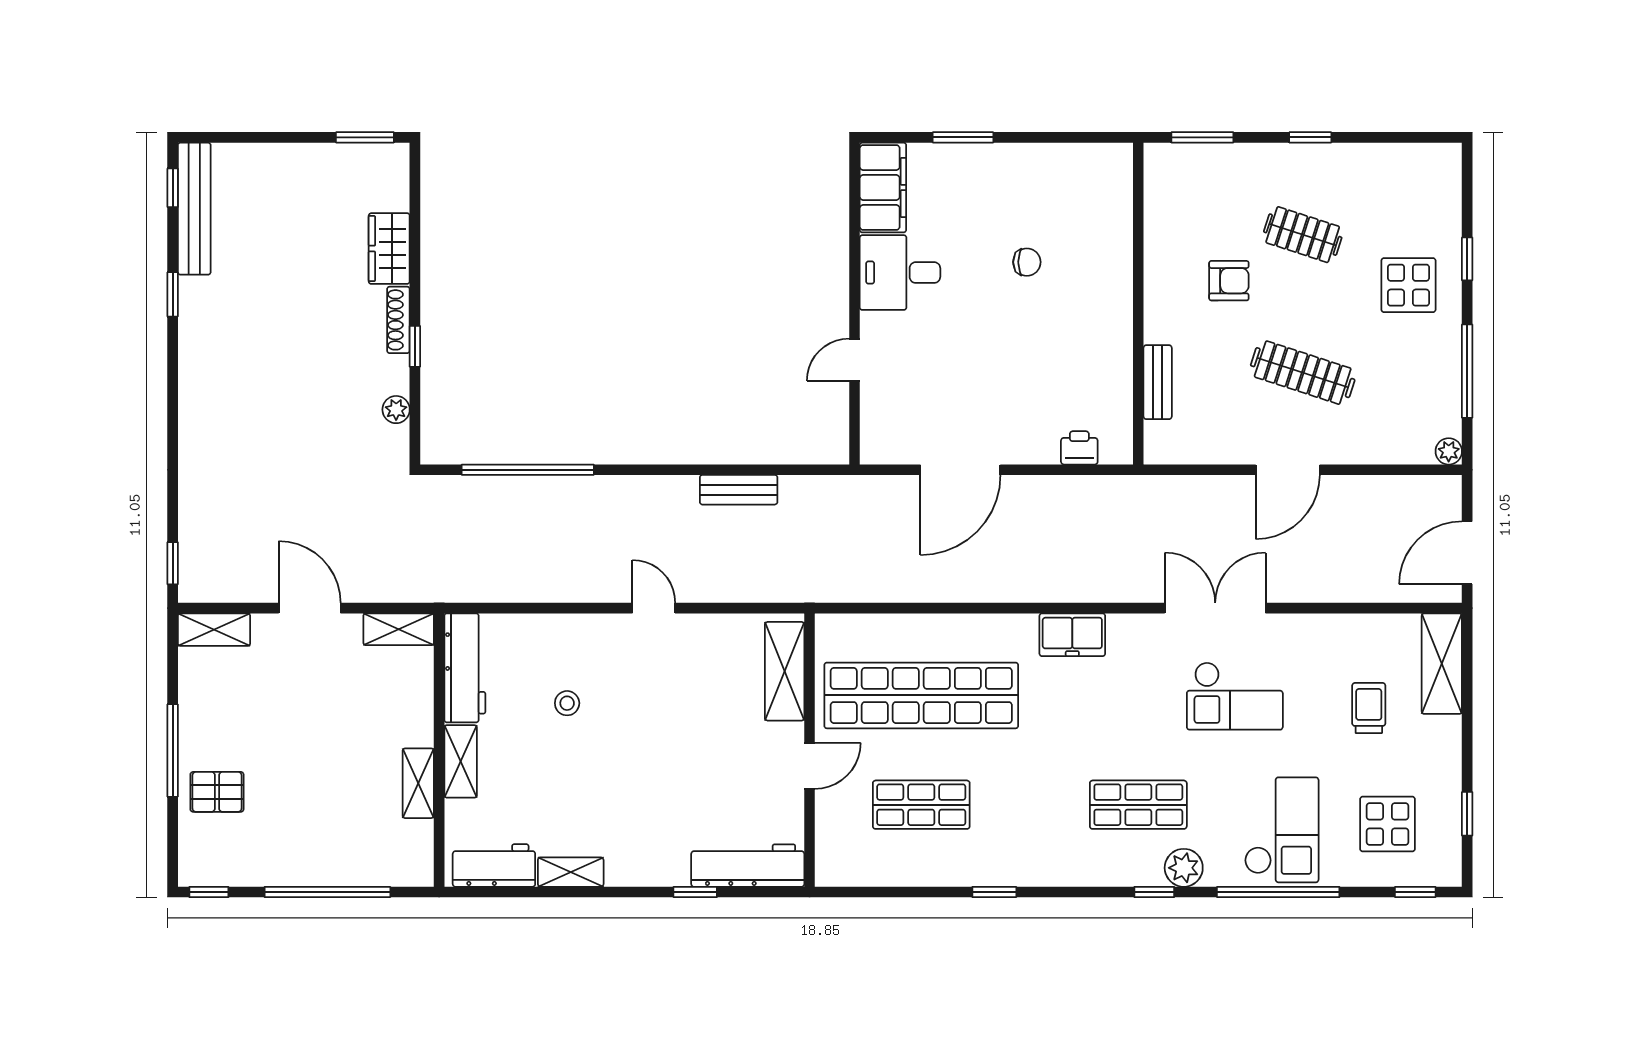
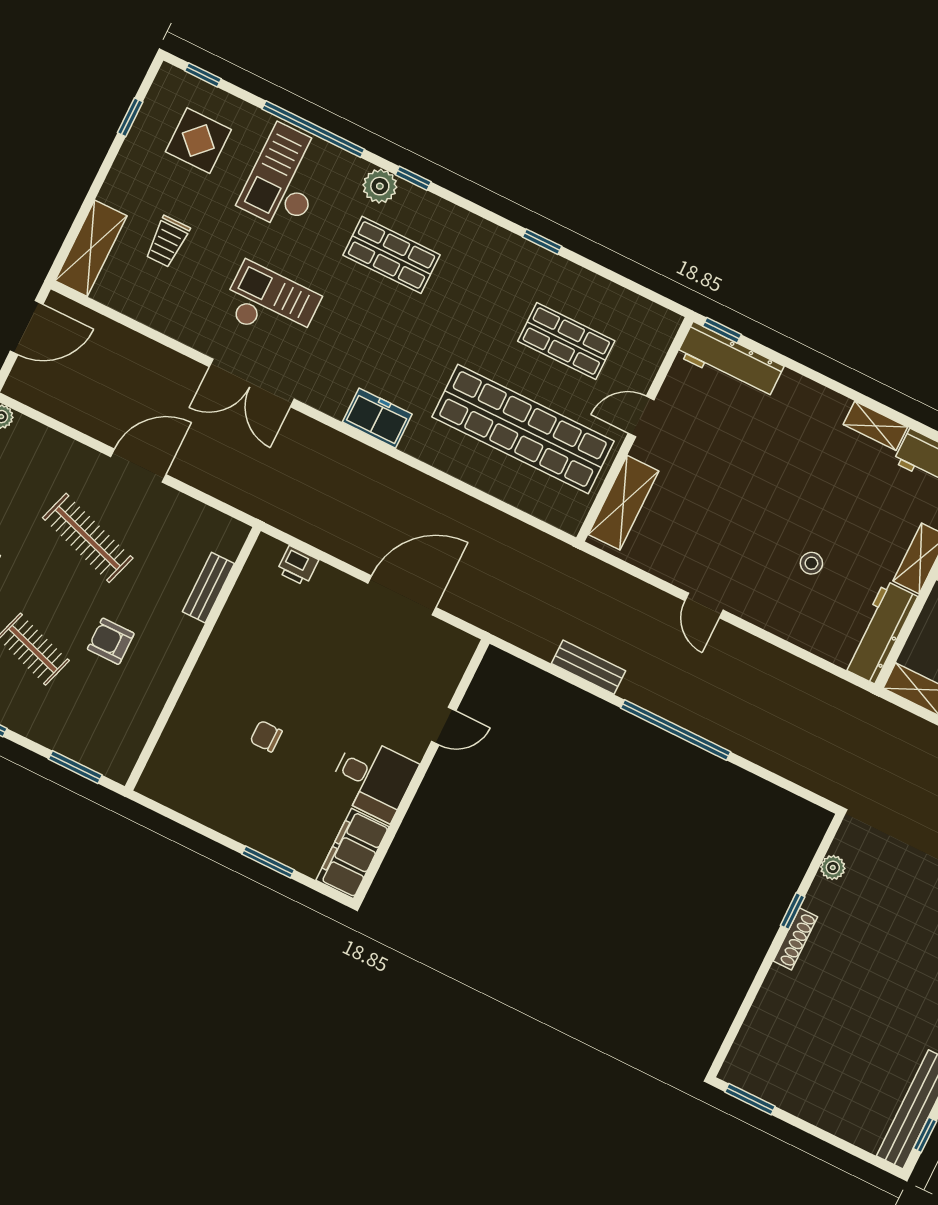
wardrobe: (389, 249) -> (775, 1000), removed
window: (528, 470) -> (676, 730), moved
window: (695, 892) -> (722, 330), moved

